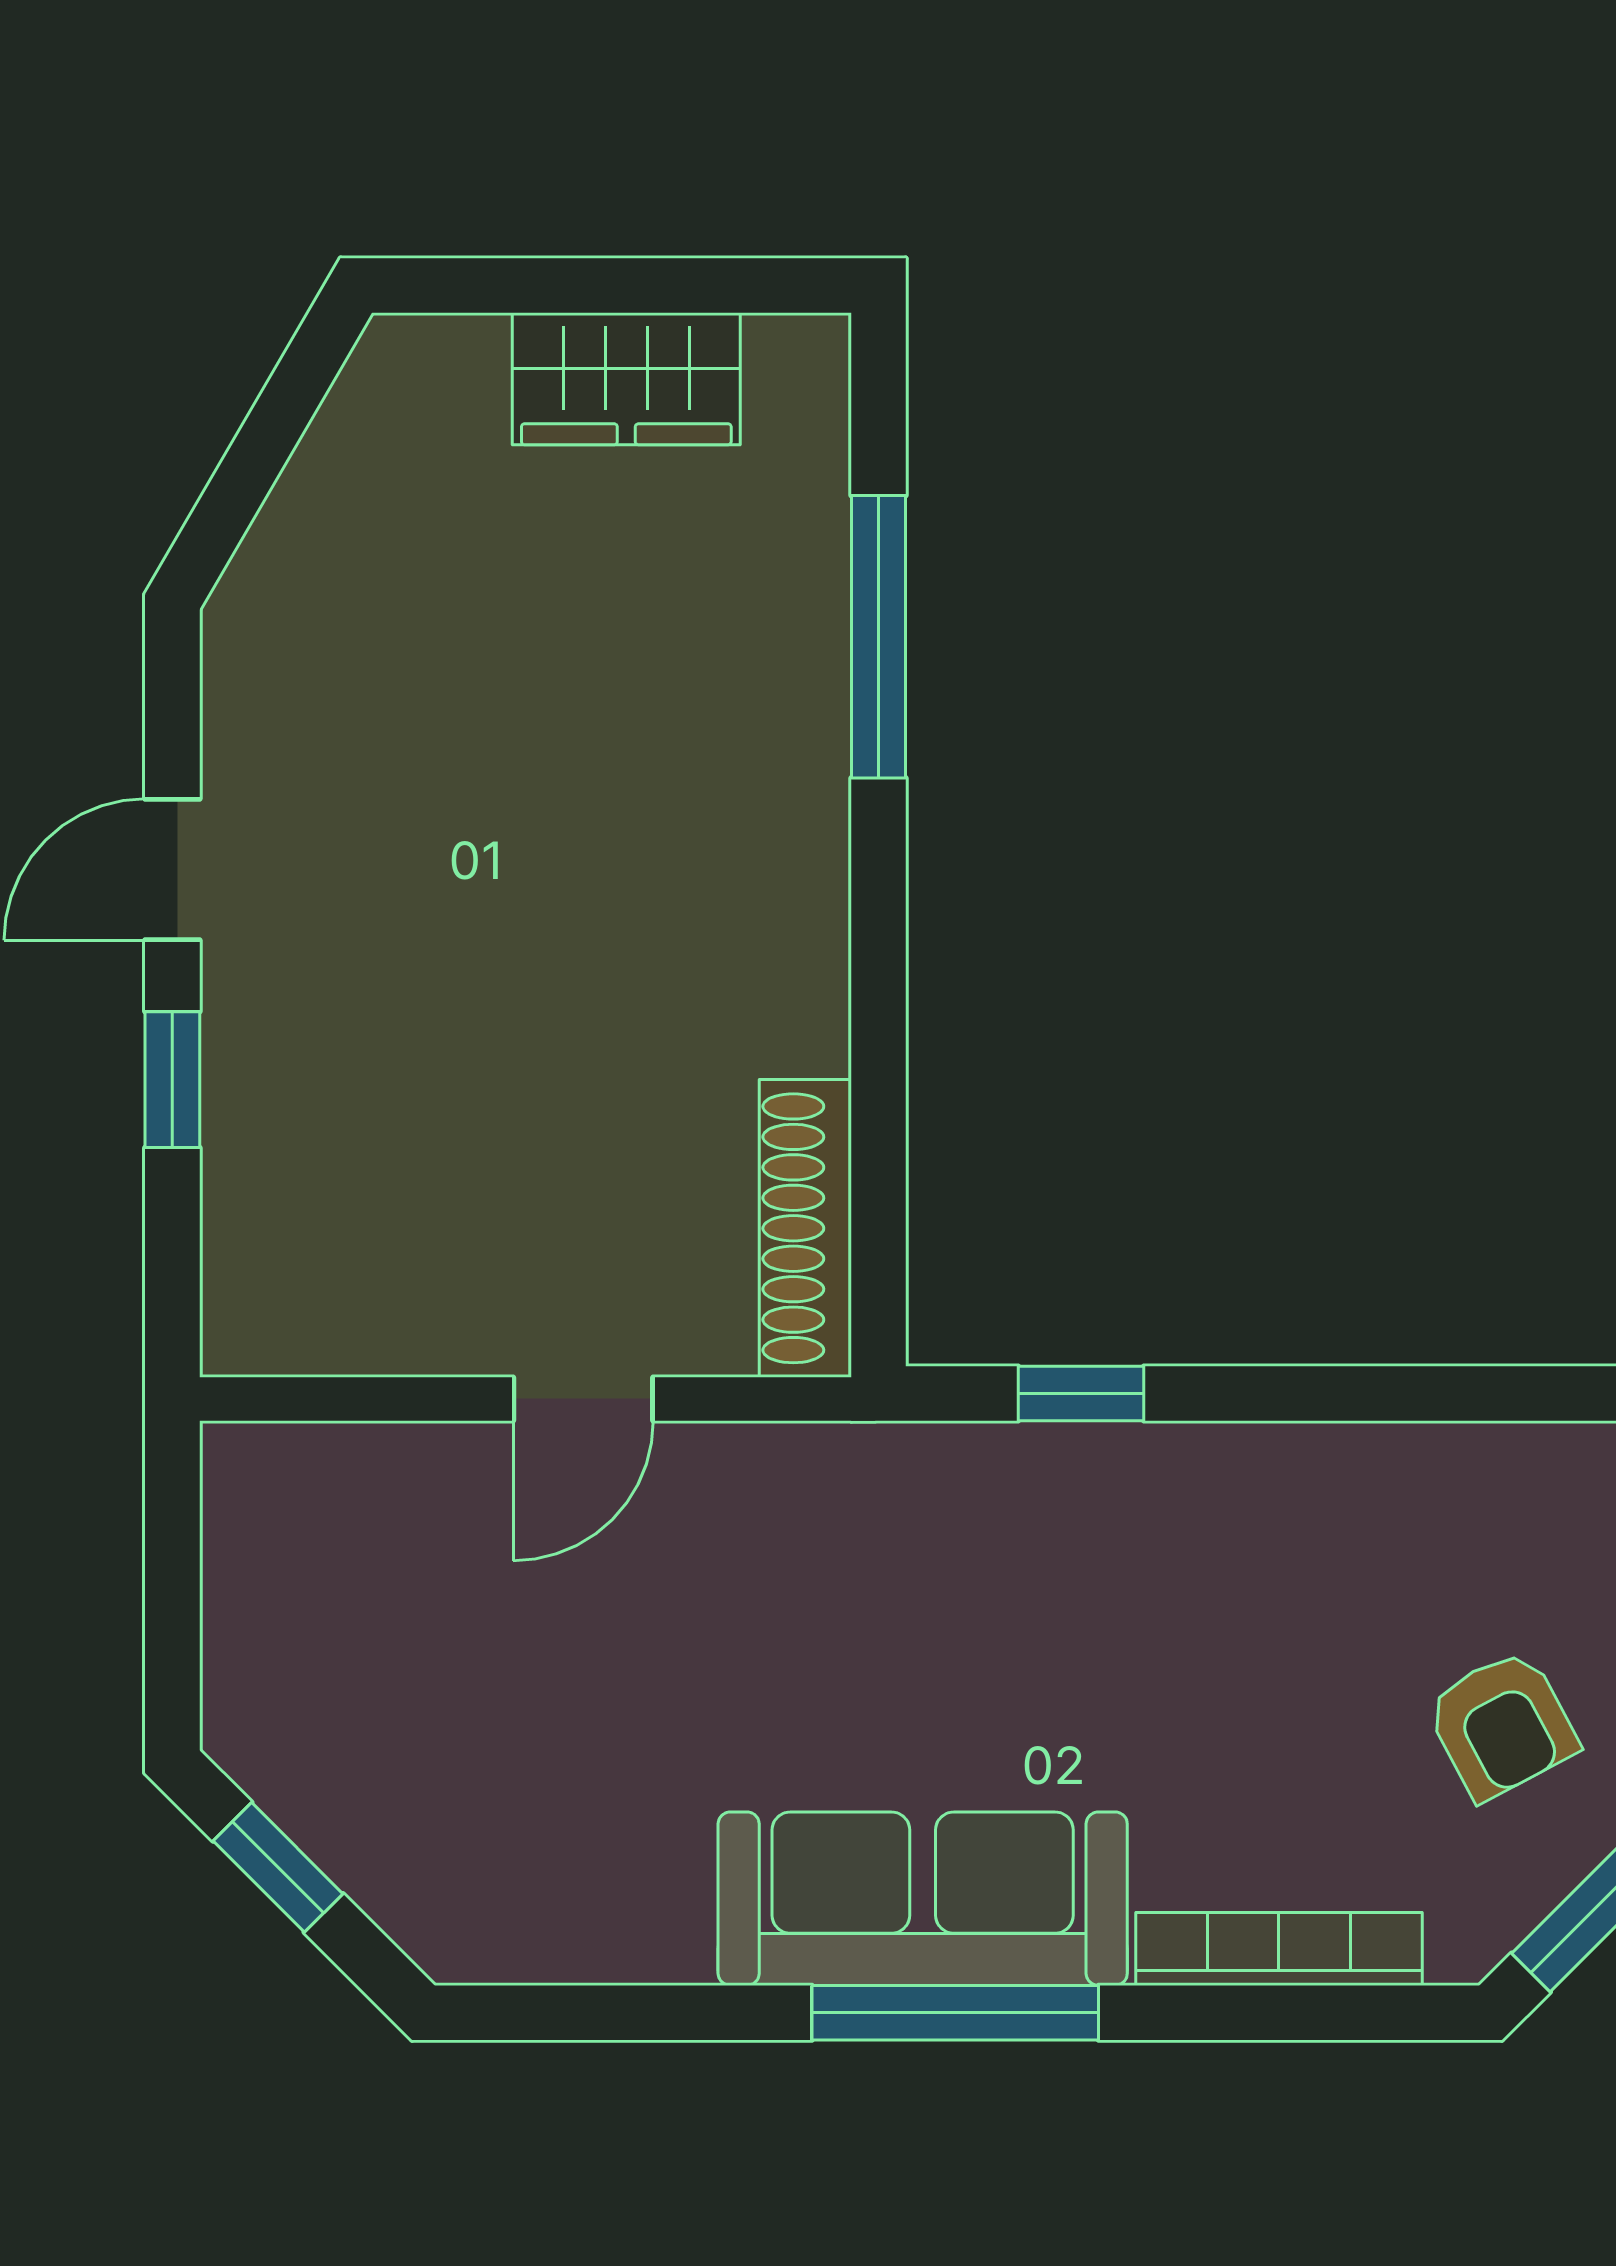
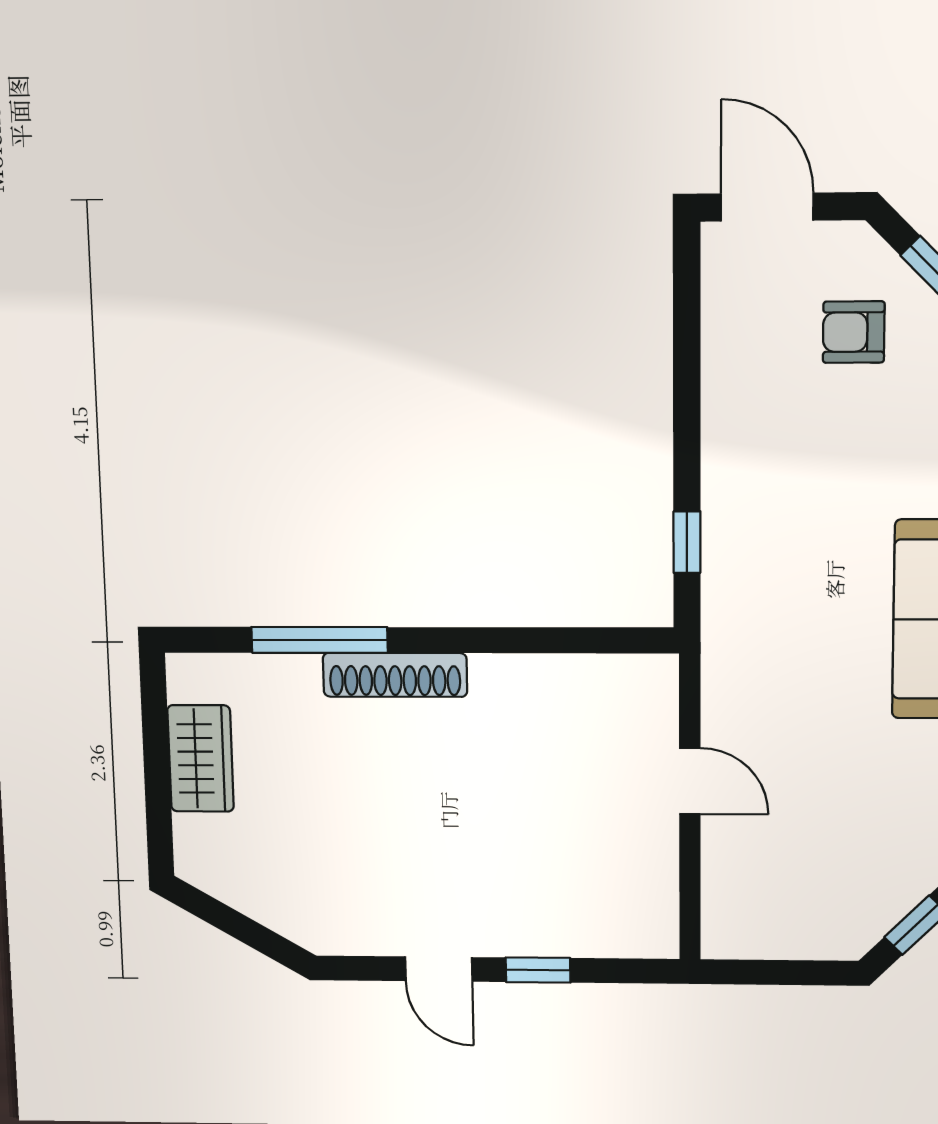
shoe rack: (805, 1228) -> (395, 675), moved
armchair: (1502, 1725) -> (854, 332), turned -152

